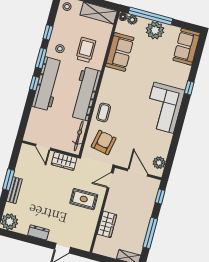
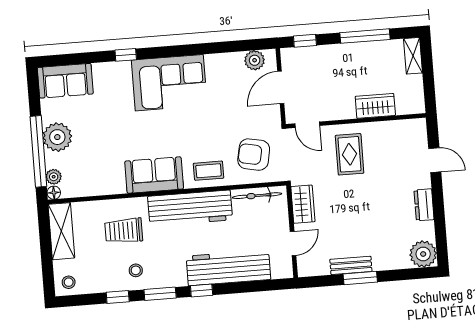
sofa: (120, 52) -> (154, 175), moved
workbench: (47, 84) -> (228, 268), moved
bench: (14, 190) -> (351, 265), moved

